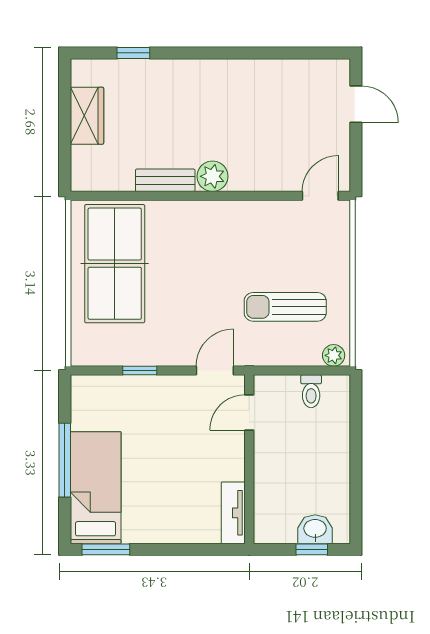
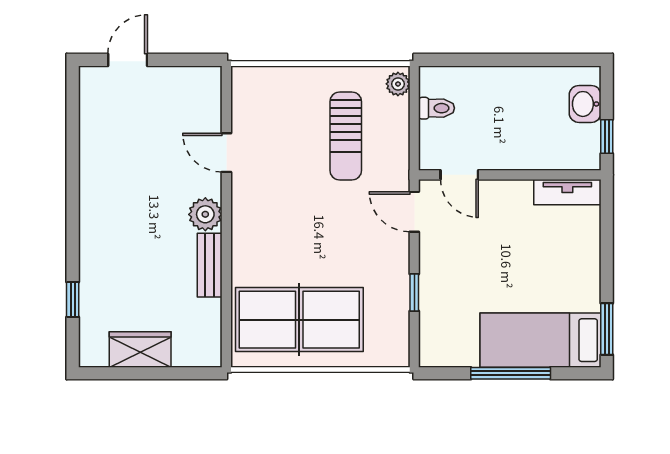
door: (320, 196) -> (226, 153), moved
window: (312, 549) -> (607, 137), moved

